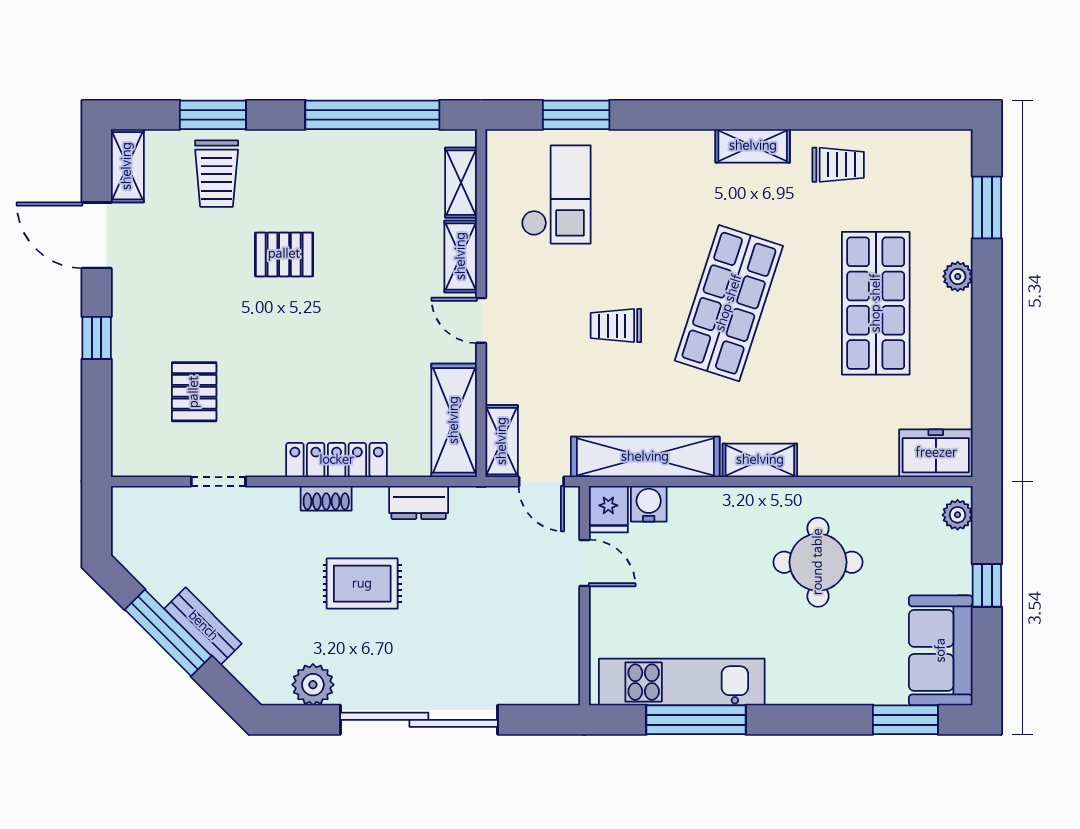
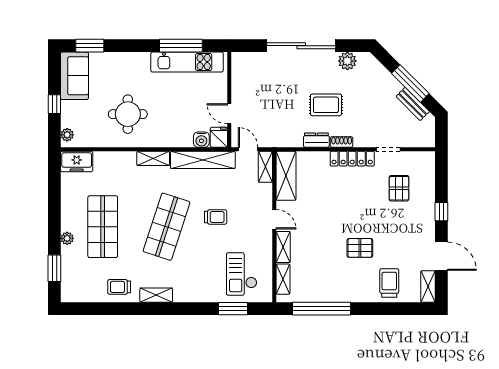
window: (213, 115) -> (391, 309), removed
locker: (337, 460) -> (352, 159), moved
dresser: (419, 502) -> (316, 140), moved
bench: (203, 626) -> (413, 104), moved

